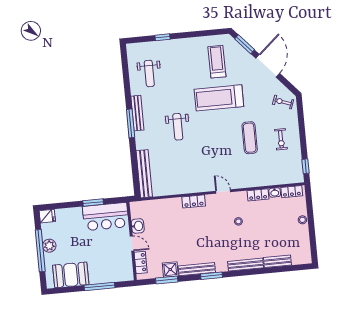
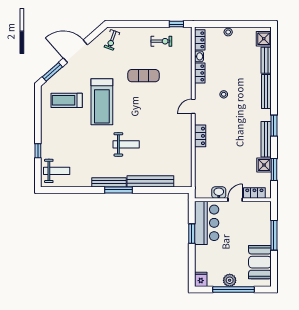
weight bench: (149, 73) -> (57, 171), moved
exercise bike: (281, 139) -> (161, 41), moved
bench: (144, 174) -> (150, 181), moved
shower: (299, 257) -> (264, 39), added

